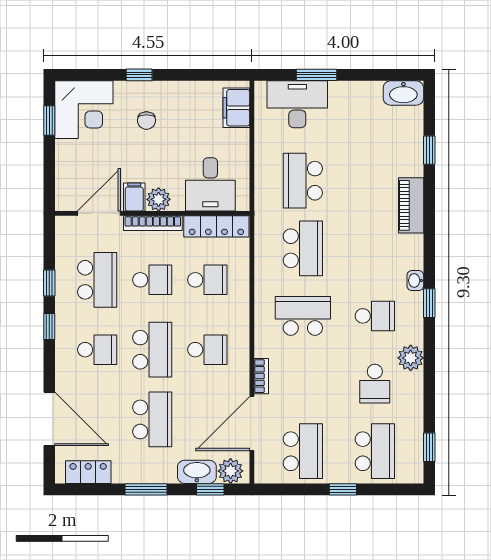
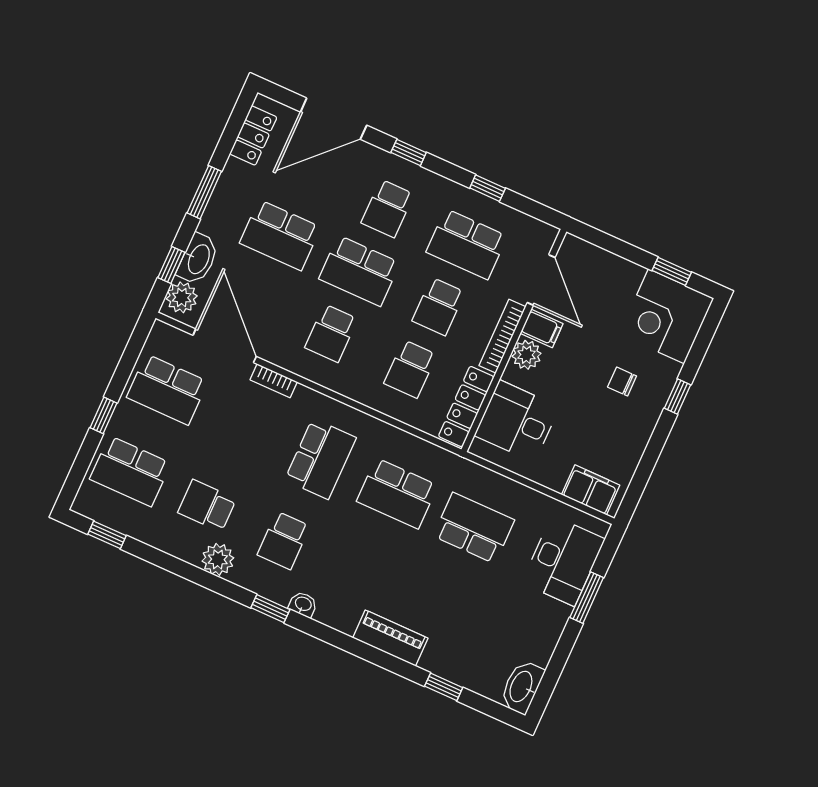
window: (49, 326) -> (409, 152), moved

